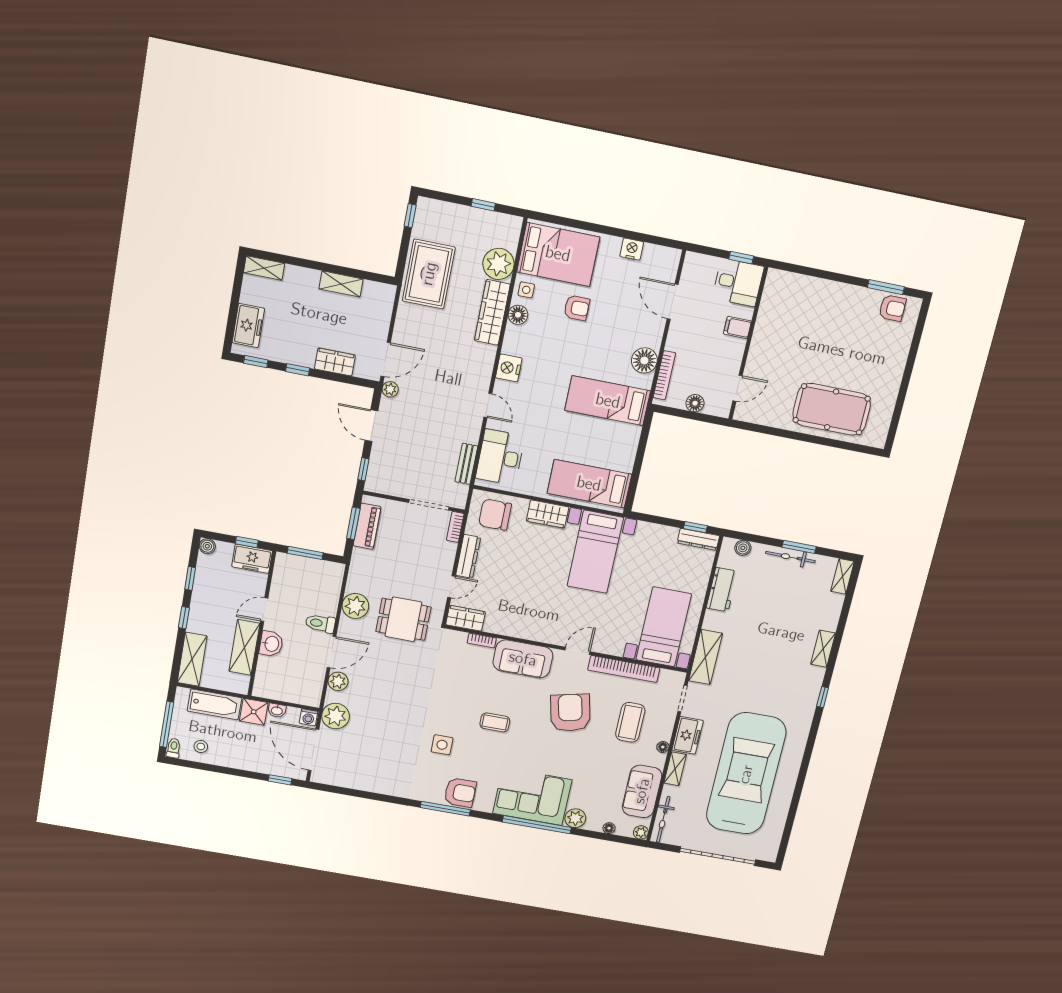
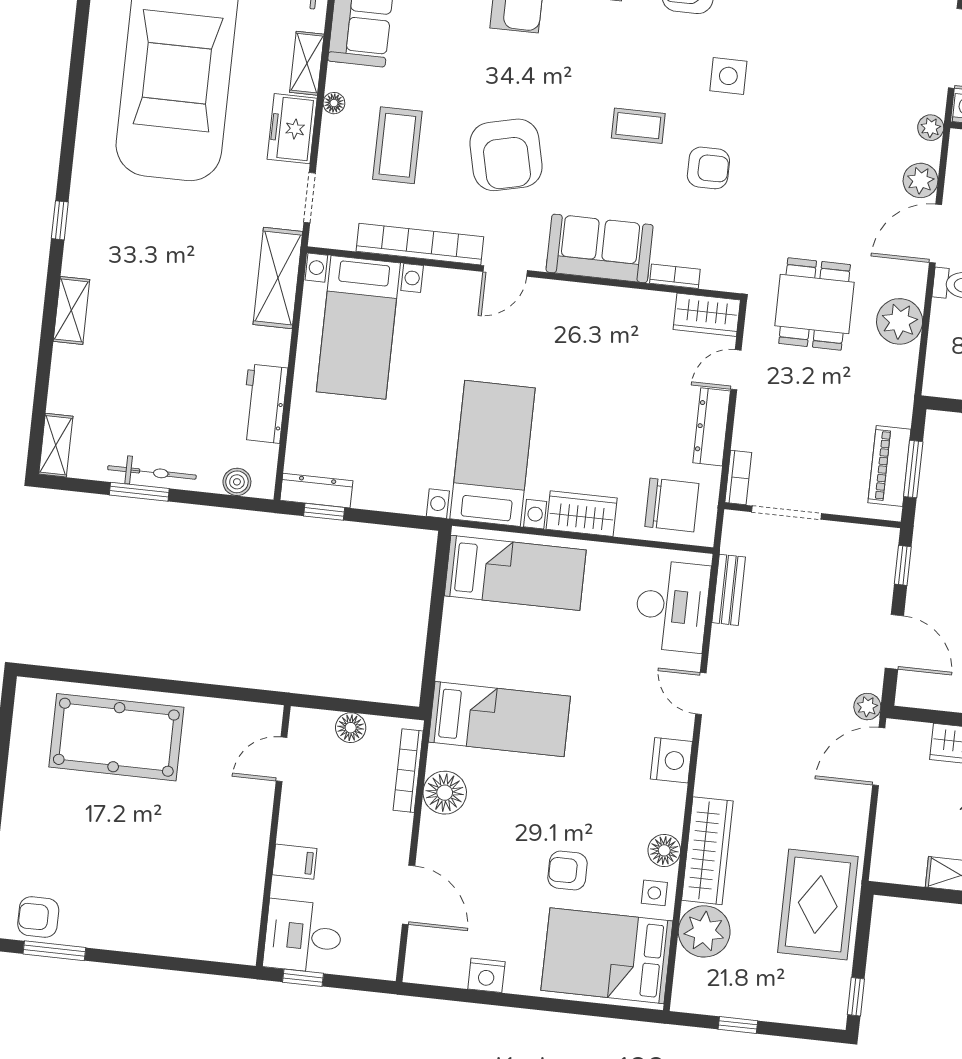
dining table: (403, 619) -> (815, 304), turned 90
armchair: (458, 697) -> (708, 168), added
plant: (336, 716) -> (931, 128), width x0.53, depth x0.53

